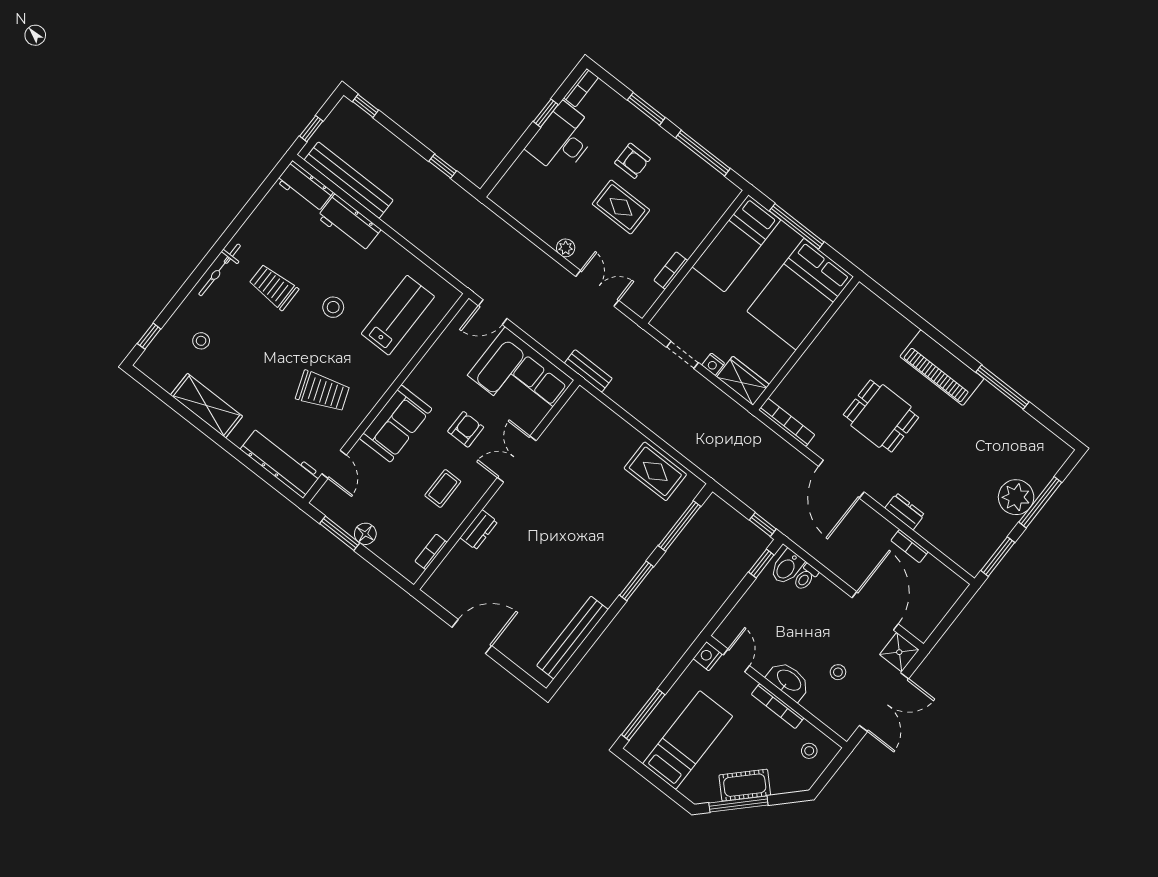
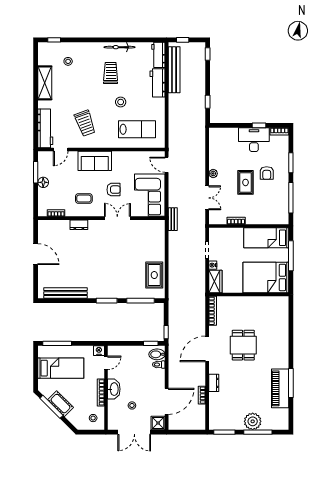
bicycle: (220, 270) -> (119, 47), moved
piano: (942, 368) -> (280, 388), moved

